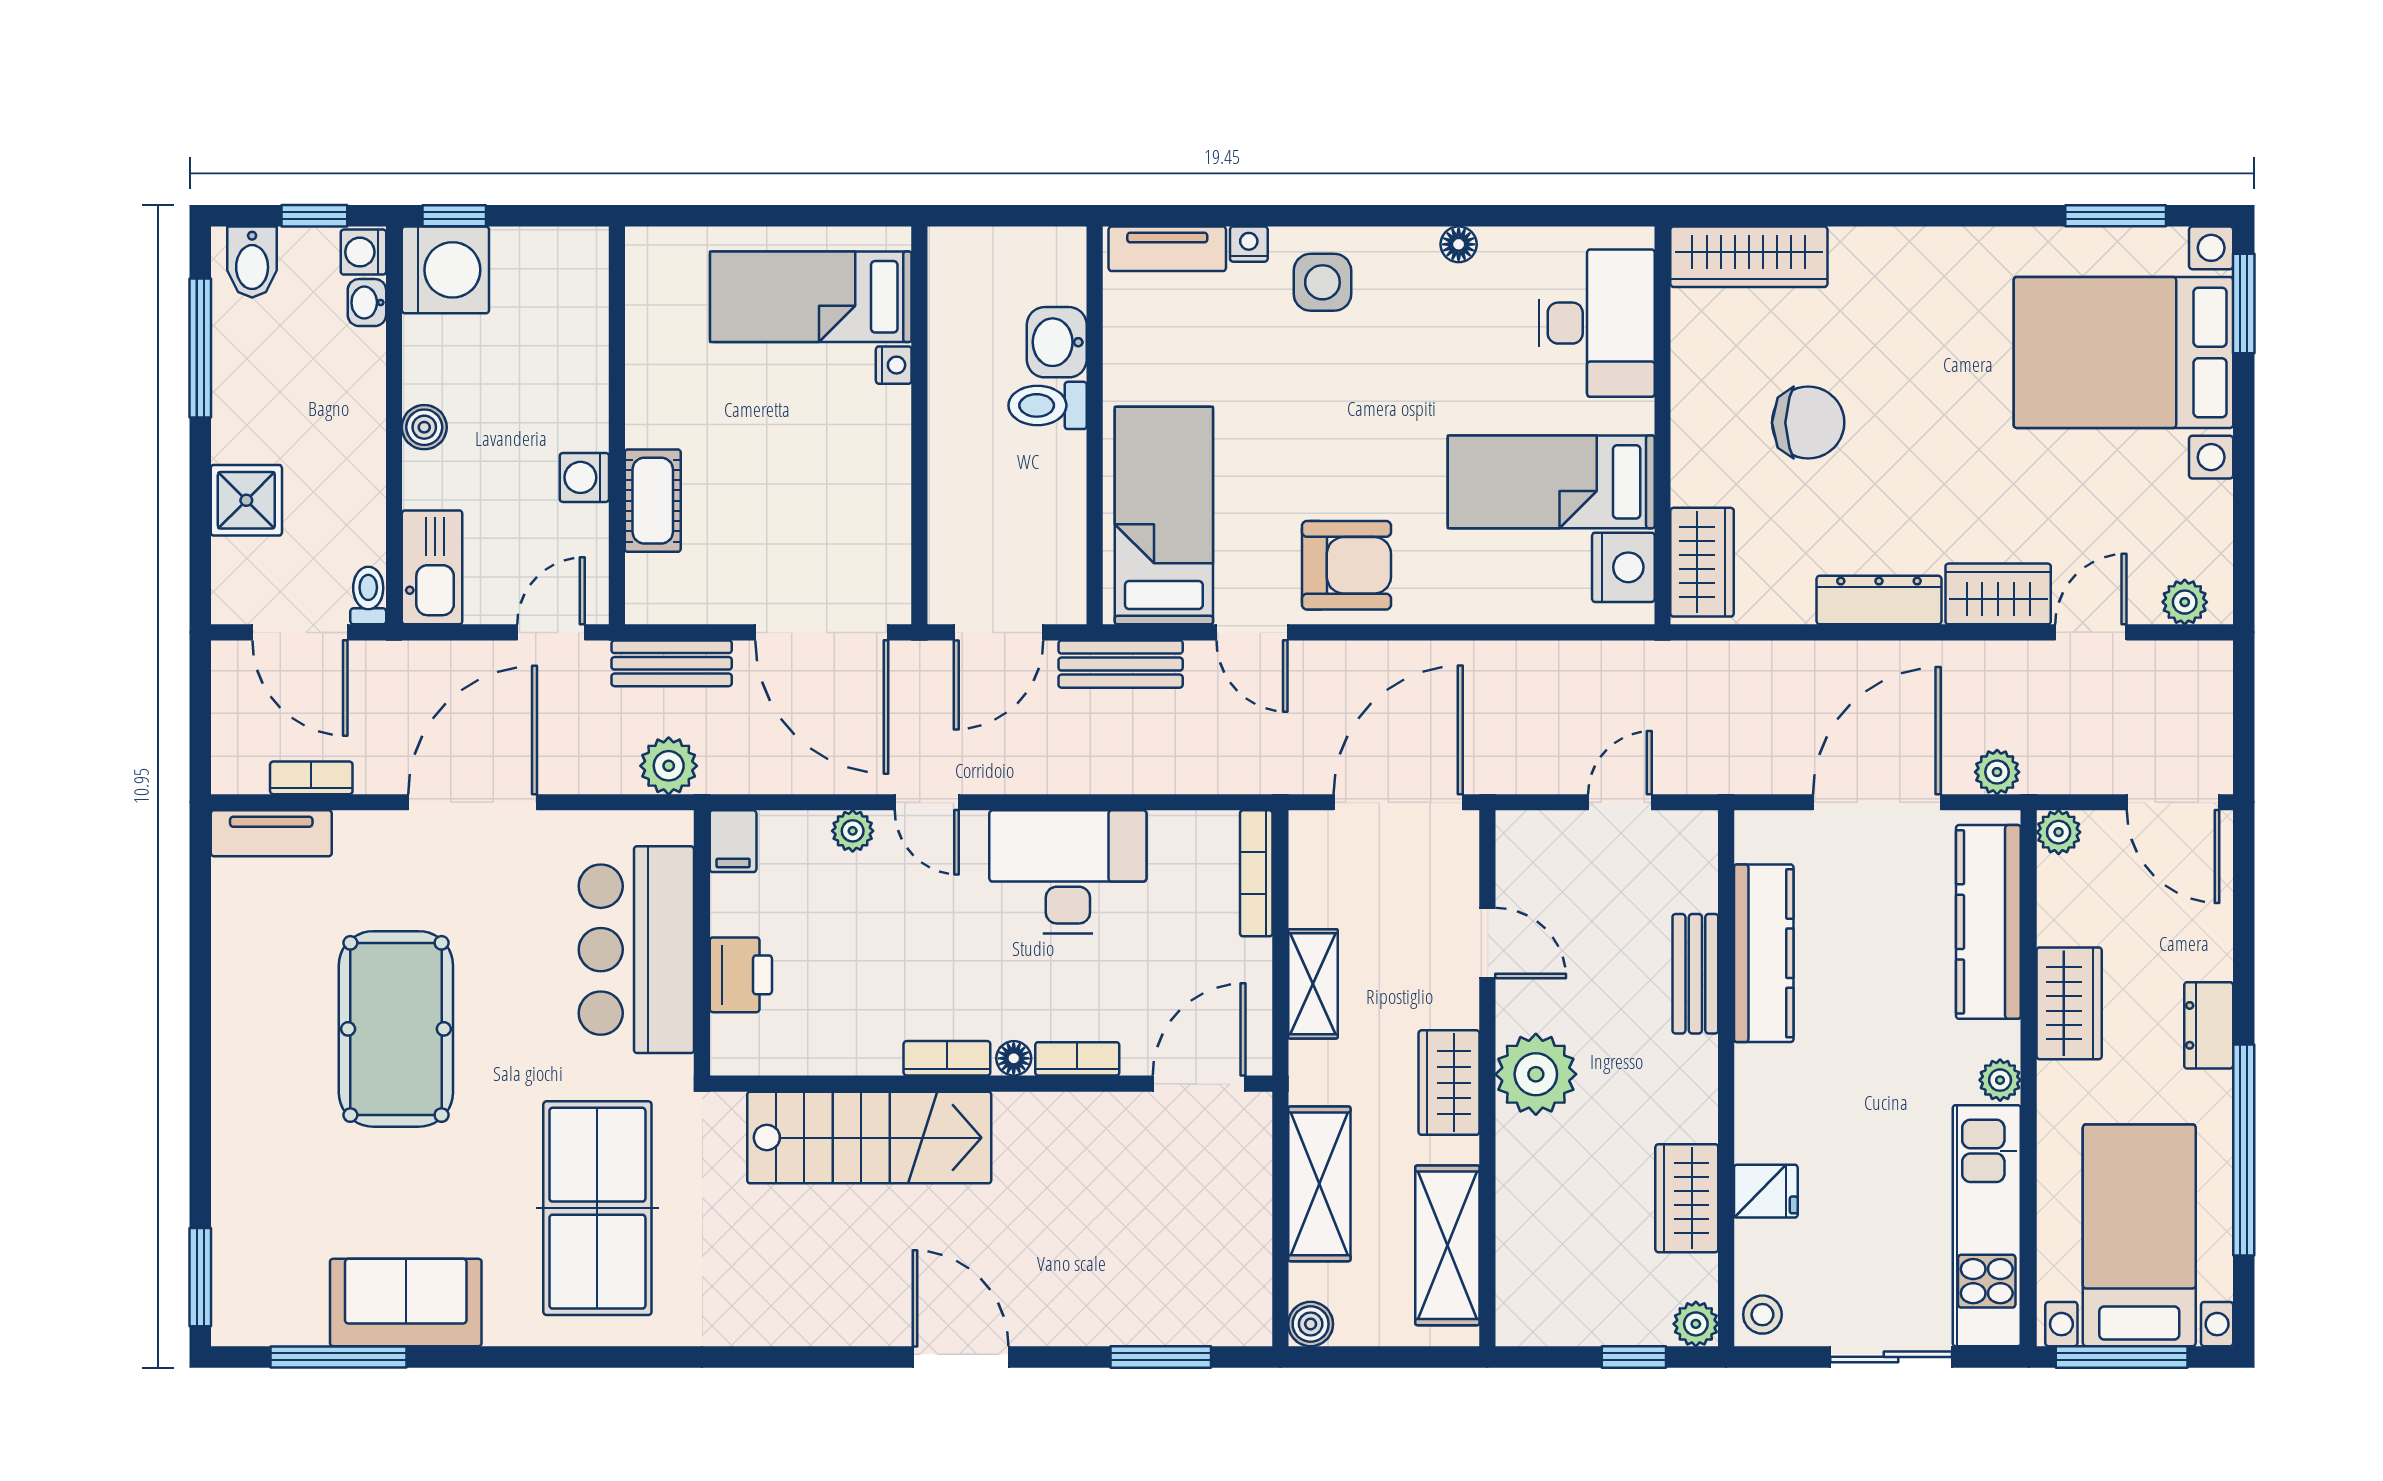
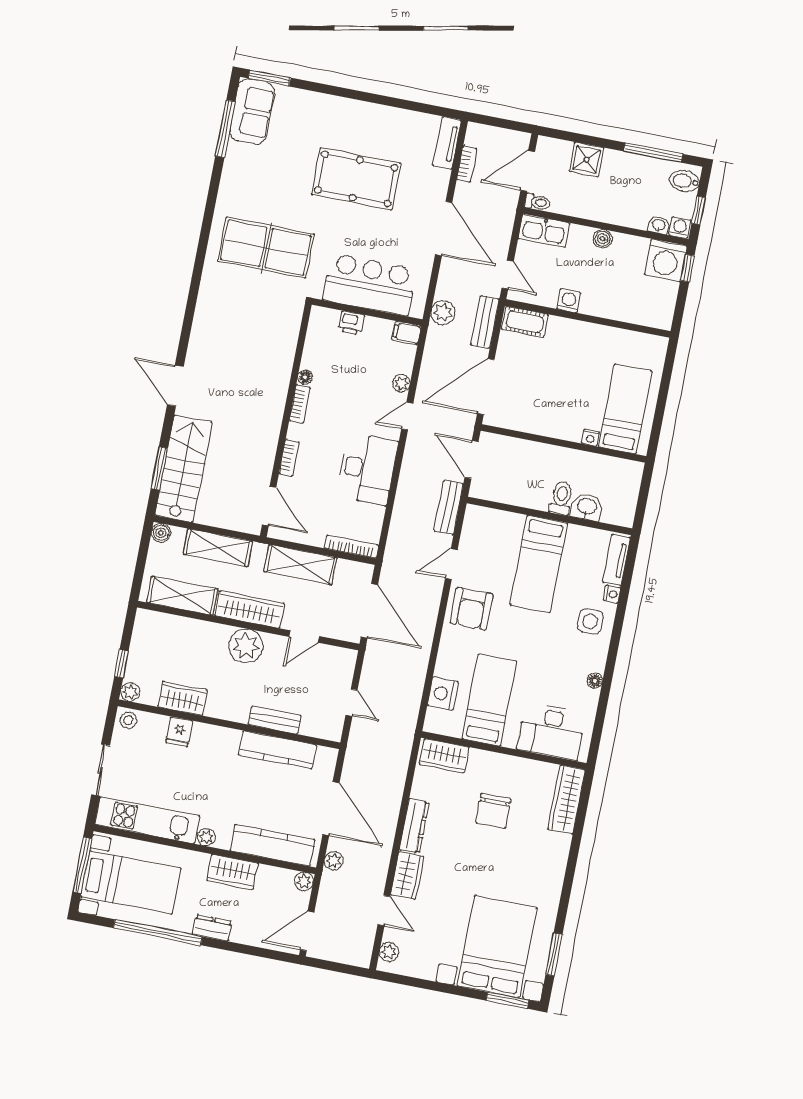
cot: (653, 501) -> (525, 322), moved
bed: (1164, 516) -> (539, 564), moved, turned 90
nightstand: (1623, 567) -> (443, 694), moved, turned 90
printer: (741, 975) -> (351, 323), width x0.73, depth x0.81
shelving: (1313, 984) -> (301, 565), width x1.50, depth x1.33
floor lamp: (1014, 1058) -> (305, 377), moved
wardrobe: (1449, 1083) -> (249, 609), width x1.50
stairs: (869, 1138) -> (184, 469), moved, turned 180
sofa: (406, 1302) -> (252, 112), moved
door: (961, 1357) -> (175, 386), swing flipped

